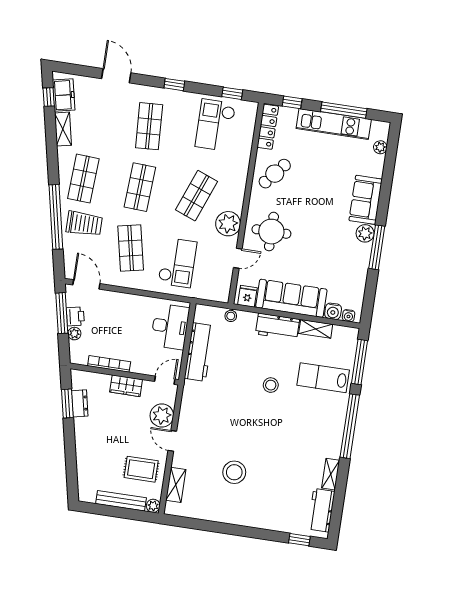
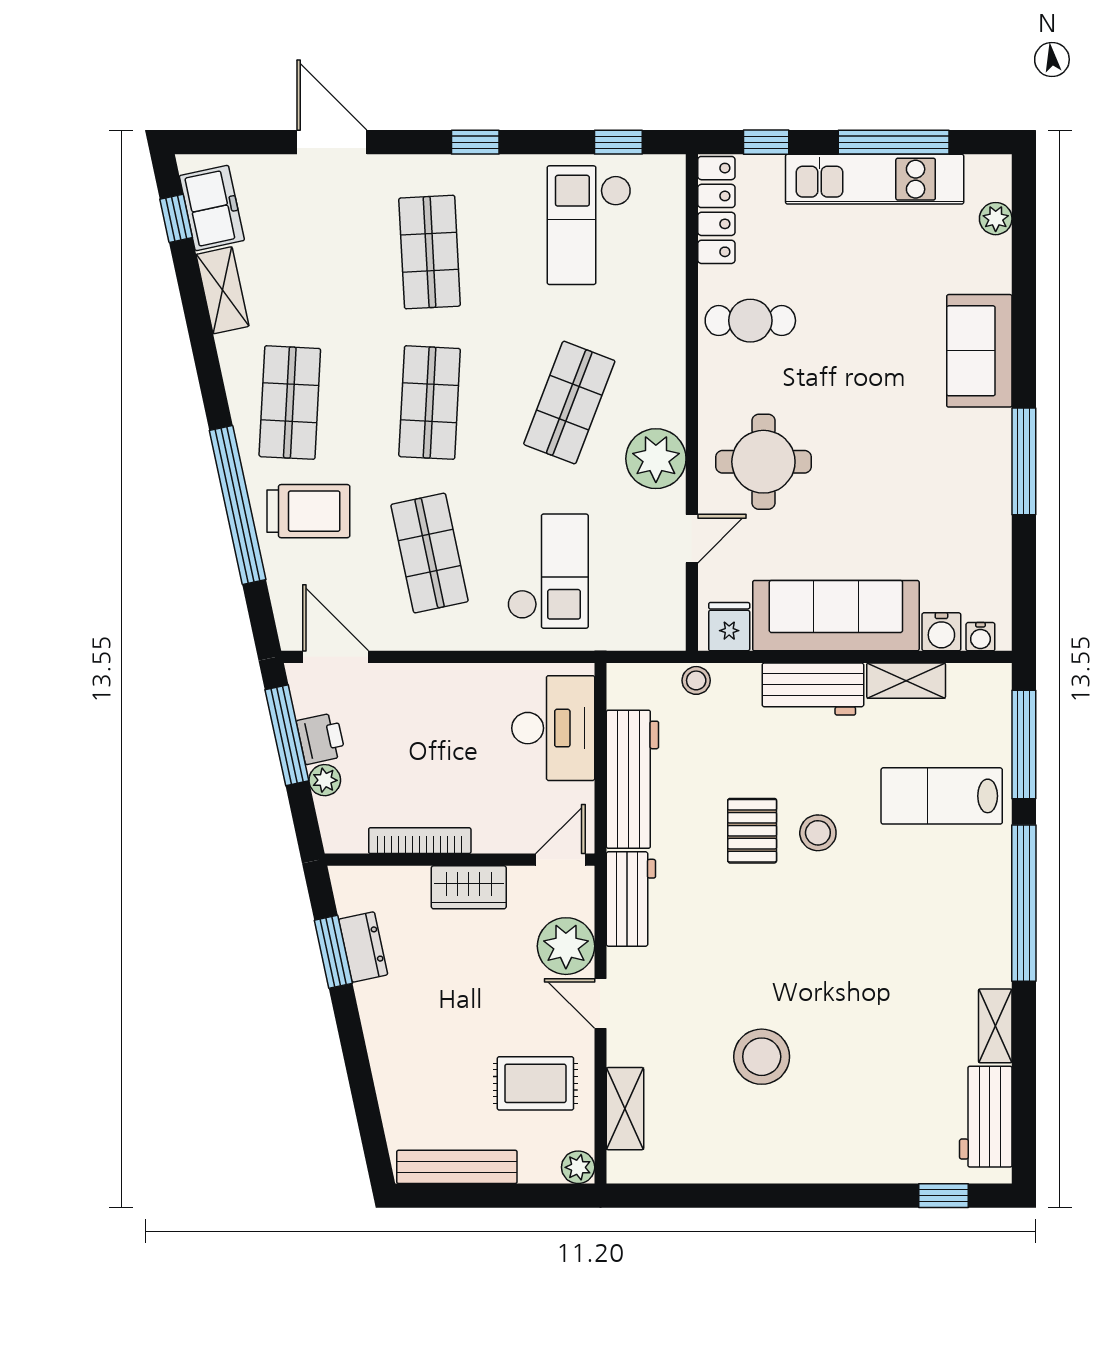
cafe table: (275, 174) -> (750, 321), turned 50
plant: (365, 233) -> (990, 432), removed
pallet: (244, 380) -> (752, 831), added
workbench: (191, 400) -> (631, 899), added
bench: (121, 501) -> (457, 1167), moved

